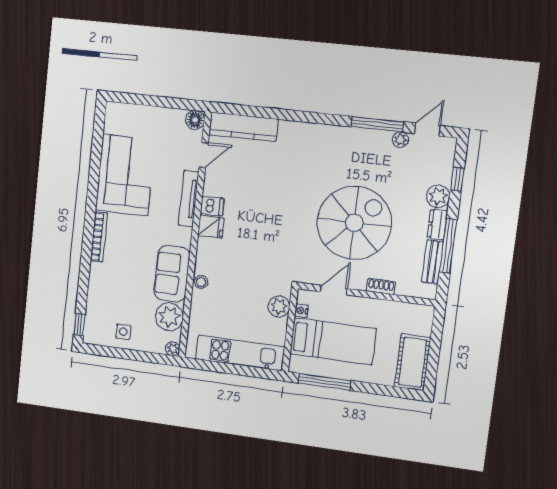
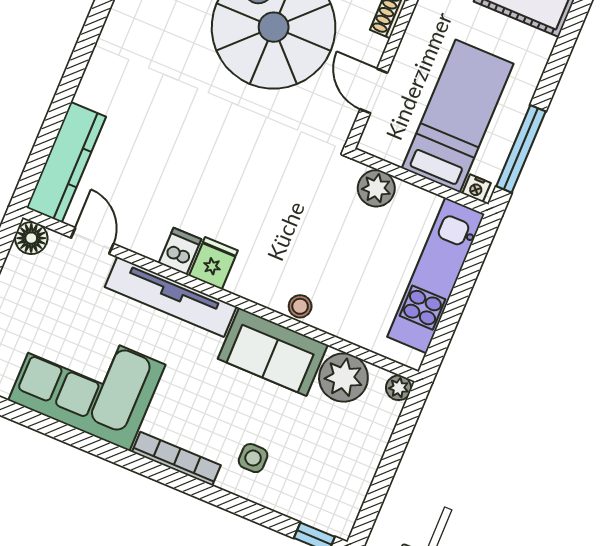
tv unit: (189, 199) -> (171, 297), width x1.36, depth x1.29
nightstand: (301, 311) -> (476, 188), moved
side table: (123, 332) -> (253, 458), moved

